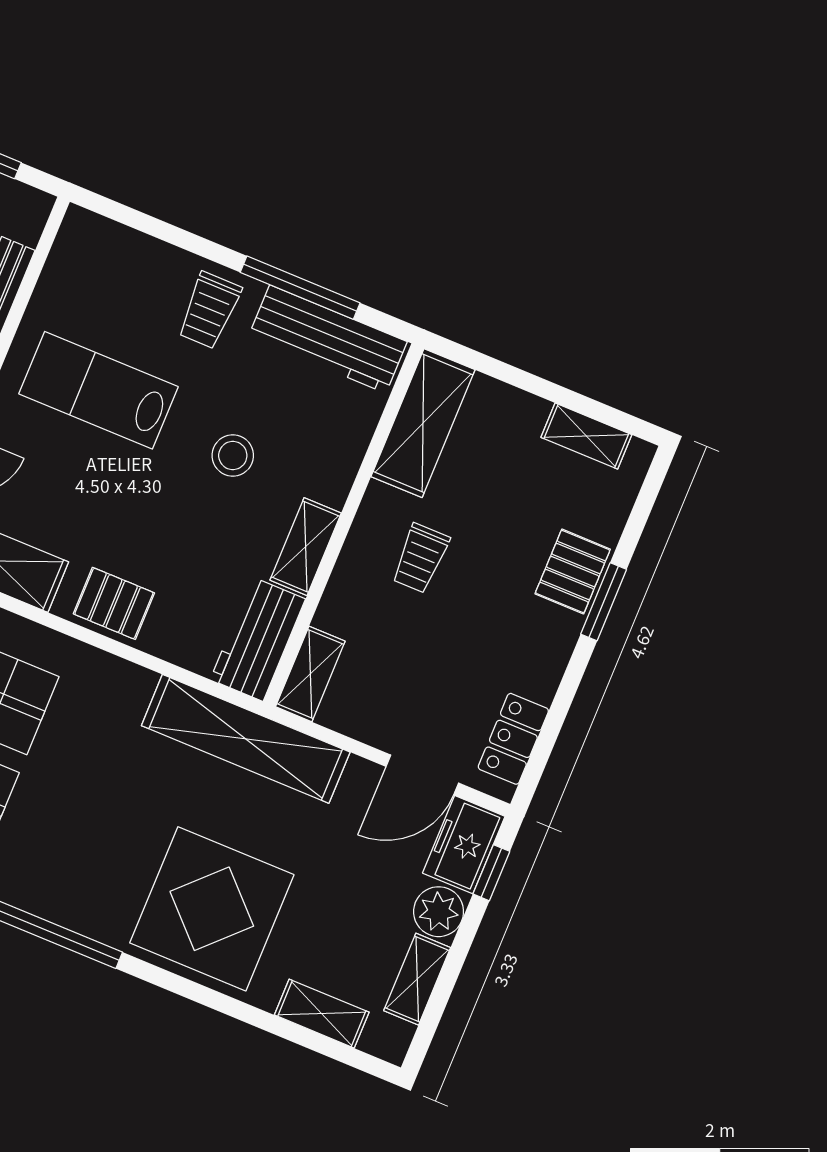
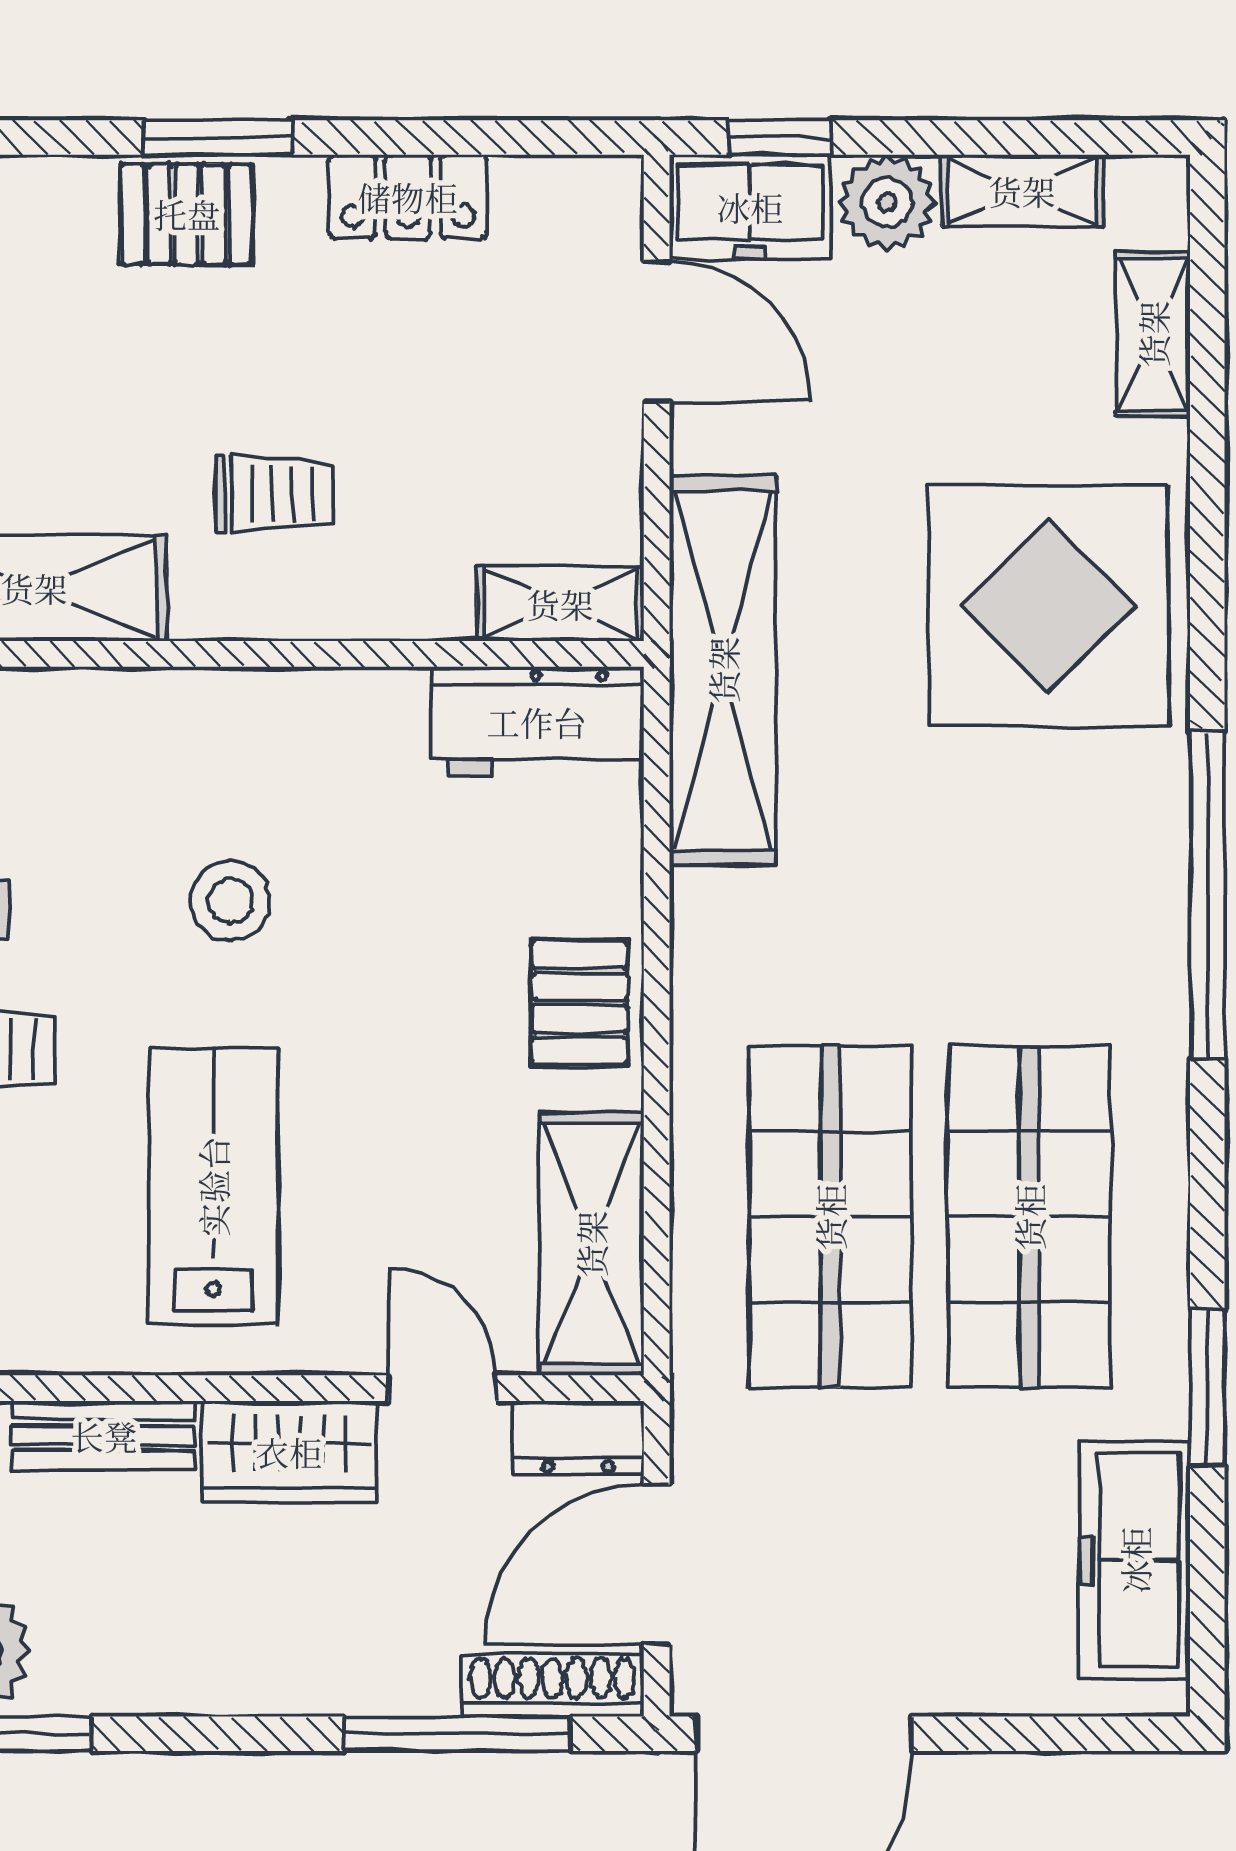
lab bench: (99, 390) -> (213, 1186), turned 180
shelving: (306, 547) -> (338, 705), removed
locker: (513, 739) -> (408, 197), moved

